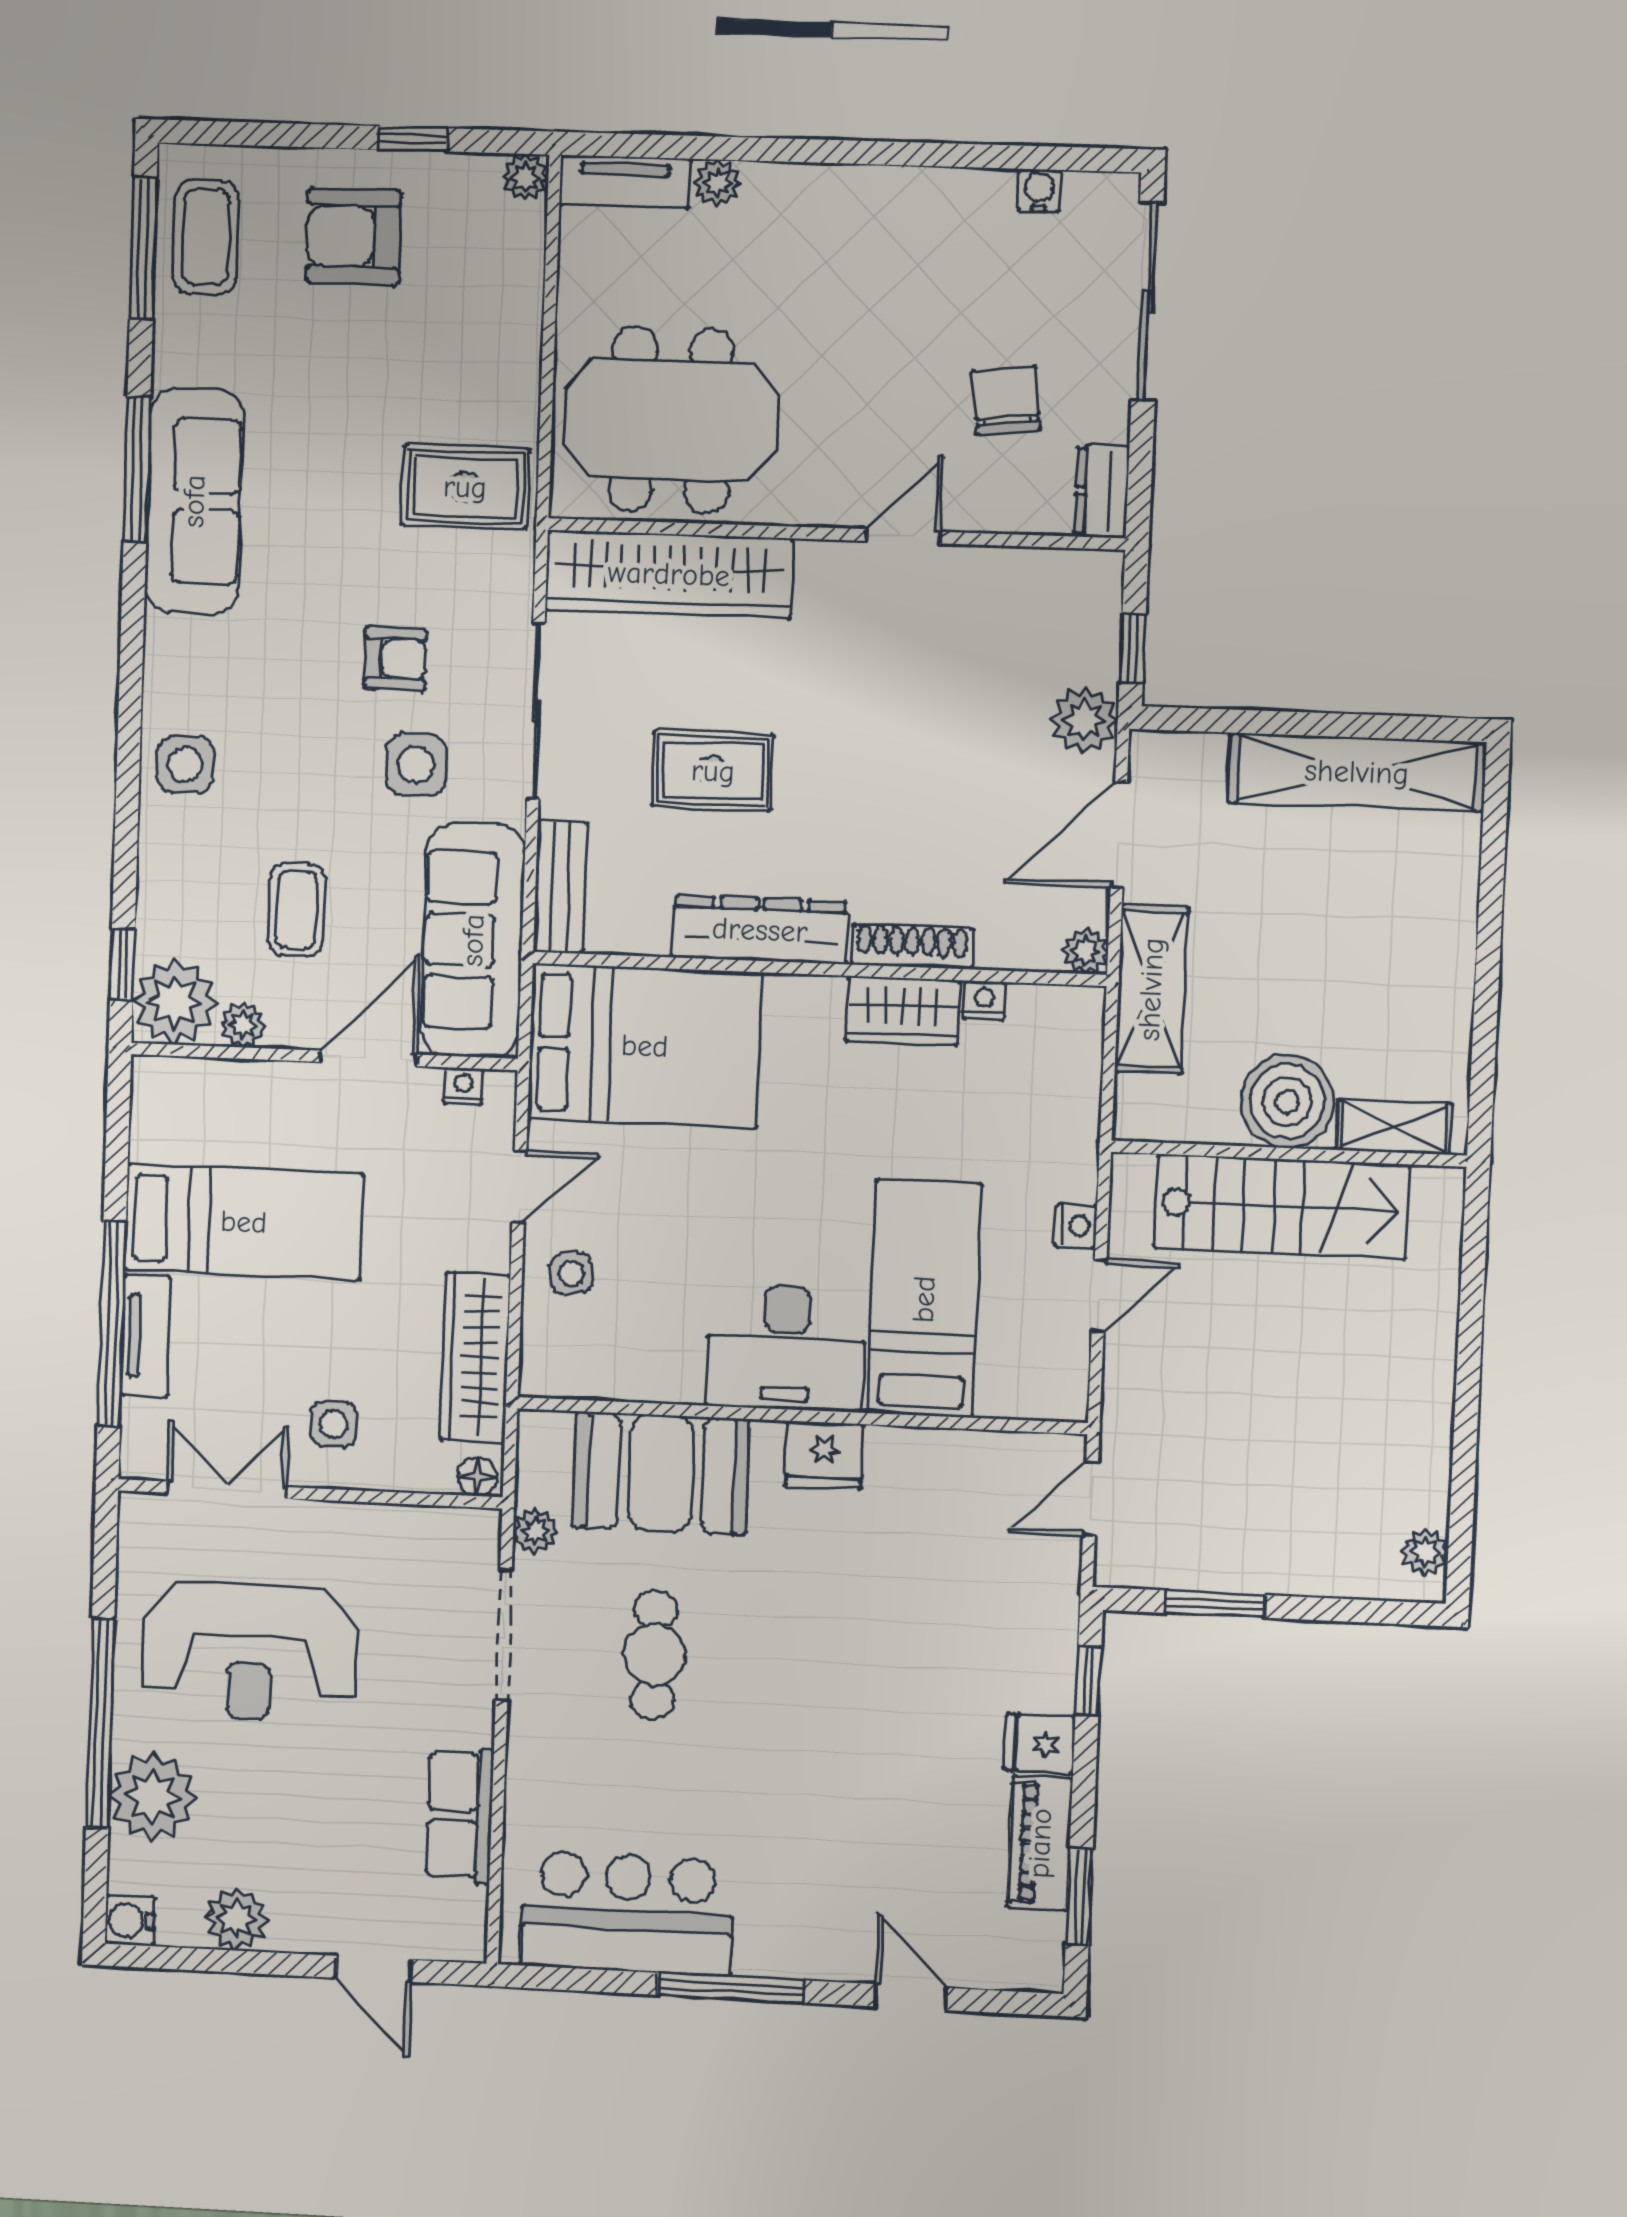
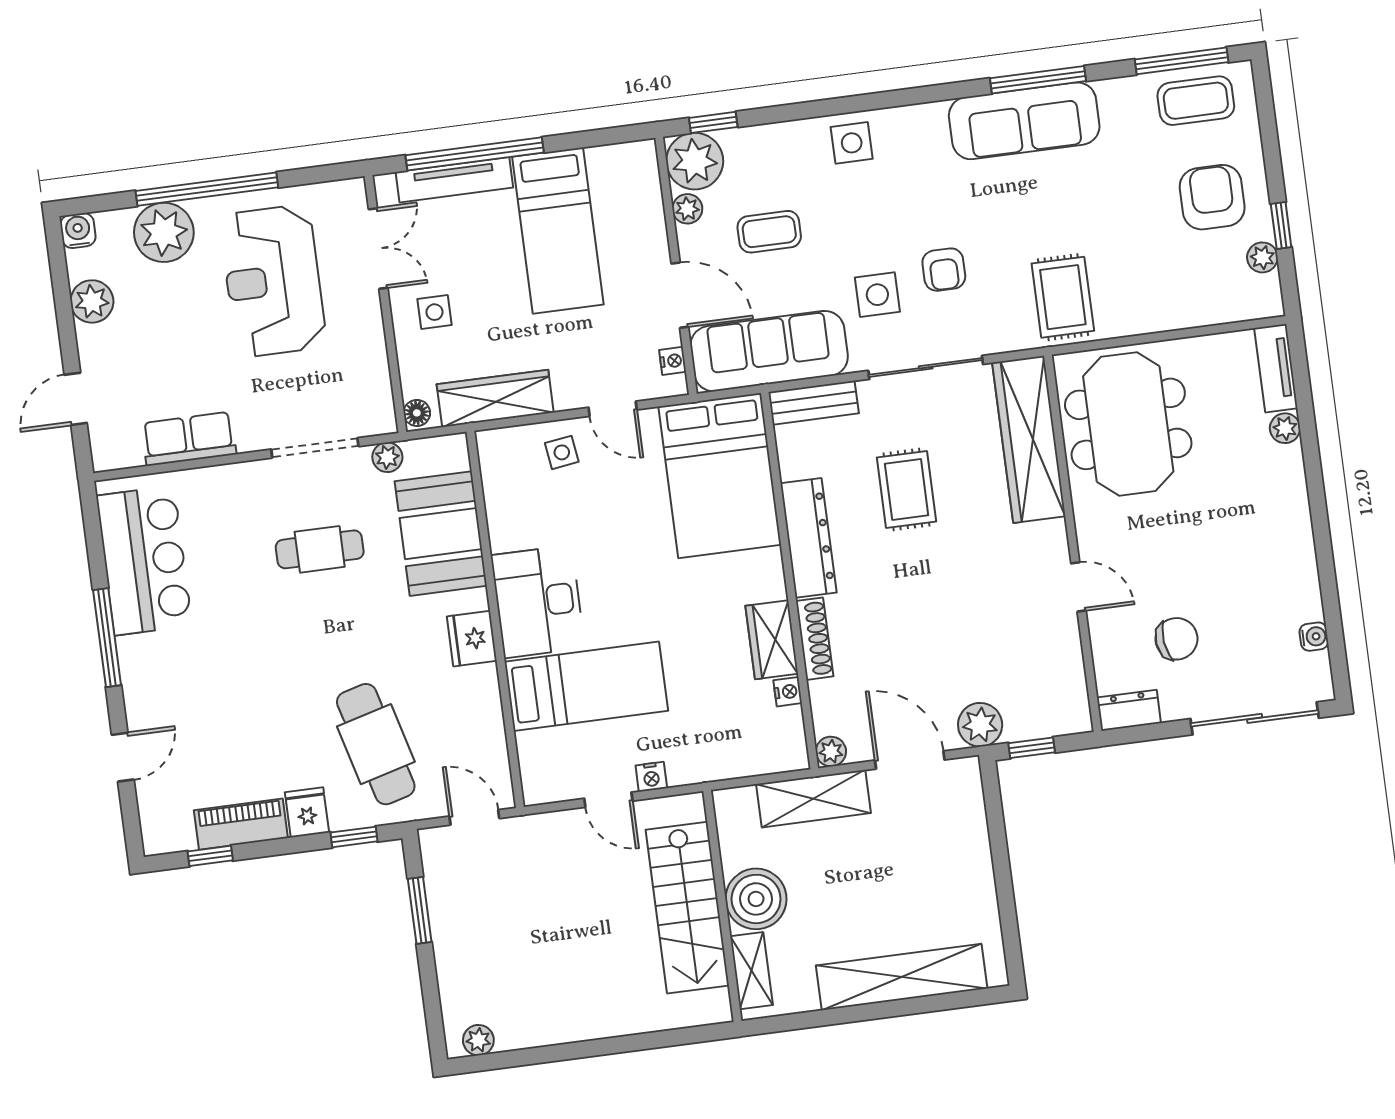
plant: (526, 177) -> (1262, 257), moved
shelving: (1357, 772) -> (902, 977), moved, turned 90
tv unit: (146, 1336) -> (454, 180), width x1.41
cafe table: (956, 1624) -> (376, 744), added
window: (1079, 1897) -> (210, 856), width x0.67

